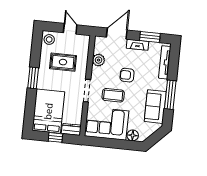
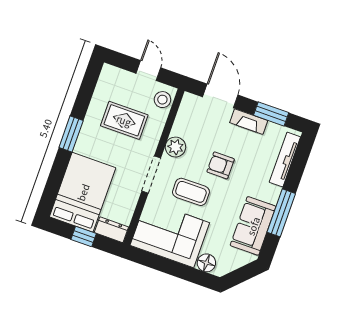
door: (117, 34) -> (220, 96), hinge flipped
stool: (49, 39) -> (162, 100), moved
plant: (99, 60) -> (175, 147), moved

